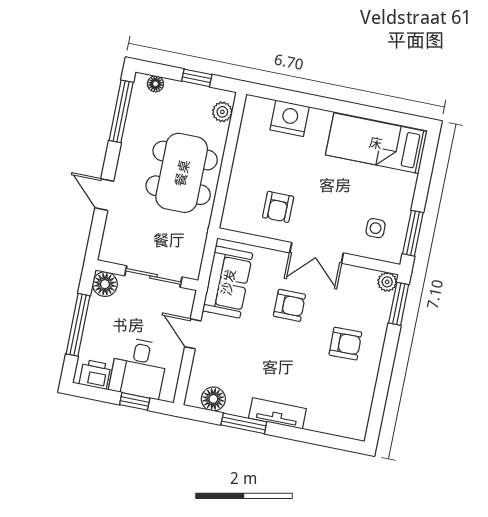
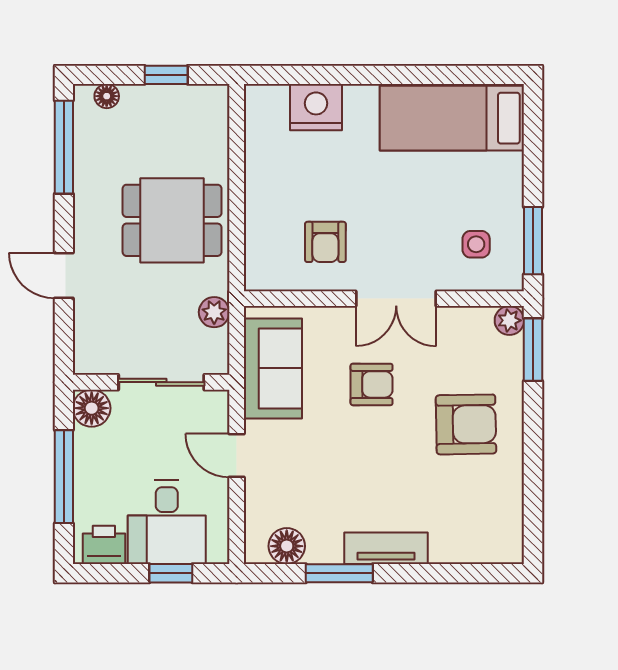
plant: (222, 112) -> (214, 312), moved
dining table: (182, 173) -> (172, 220), width x0.73
armchair: (345, 344) -> (466, 424), width x1.38, depth x1.38

